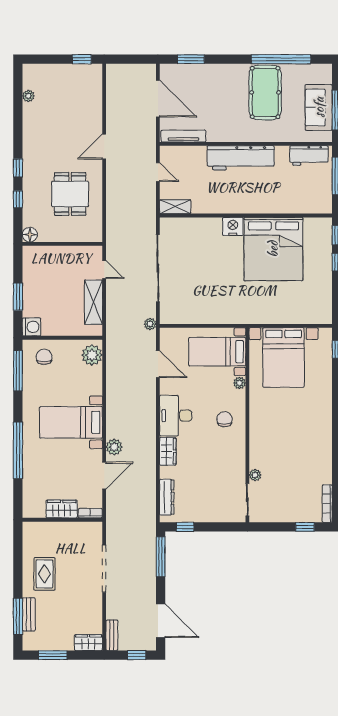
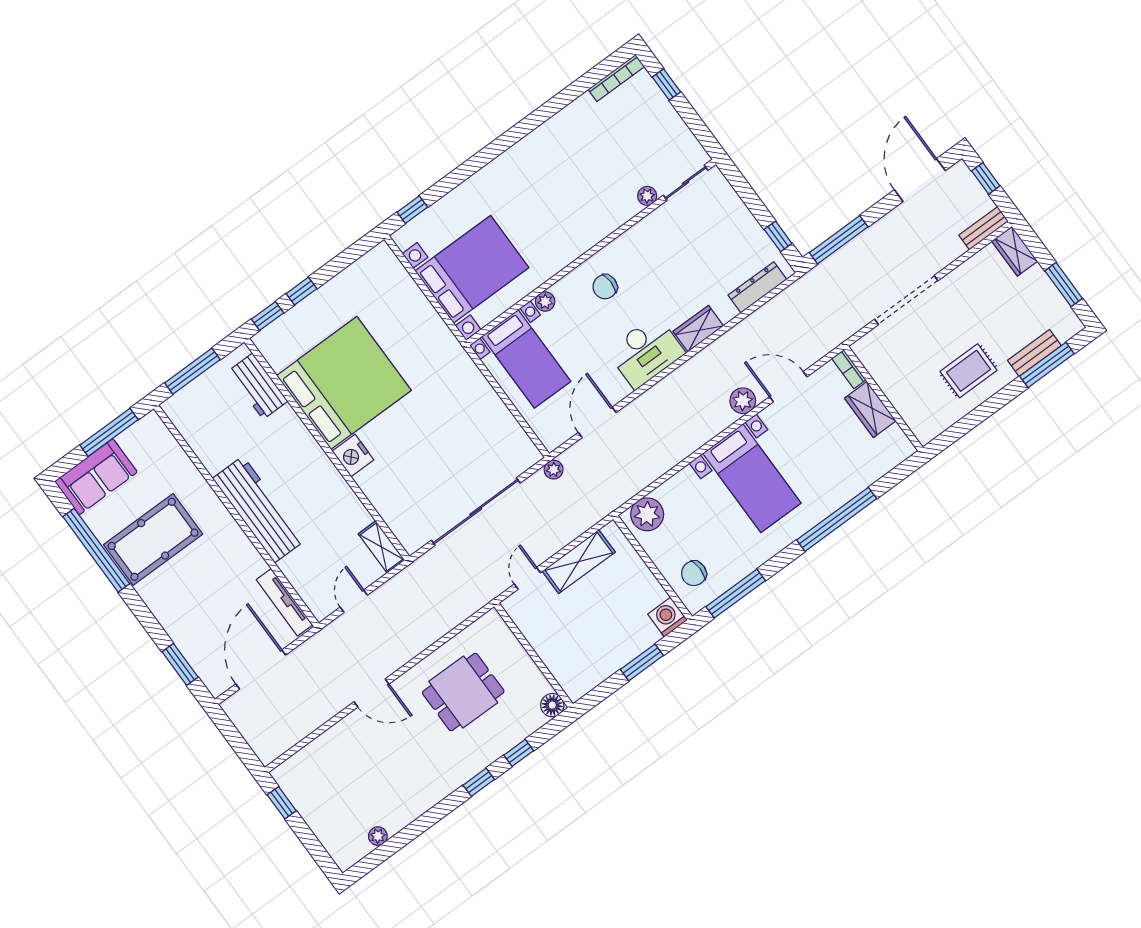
sofa: (319, 107) -> (96, 477), moved
workbench: (309, 156) -> (258, 386), moved, turned 180

